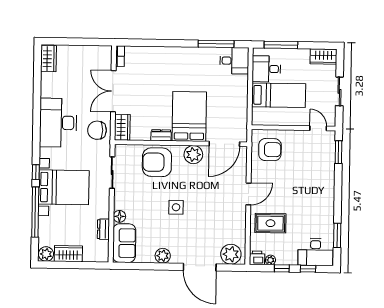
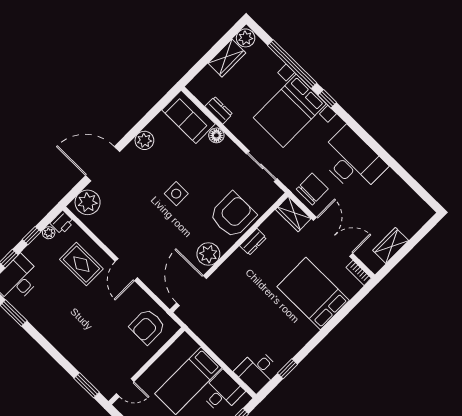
window: (216, 44) -> (288, 369), width x0.46
wardrobe: (48, 59) -> (391, 245), moved, turned 90
bed: (189, 117) -> (313, 294), moved, turned 180
rug: (270, 223) -> (81, 264), turned 90

